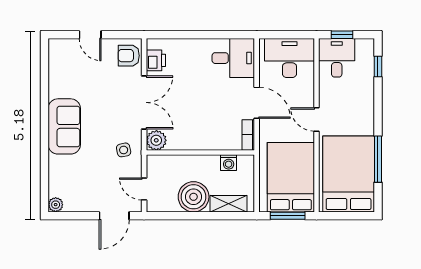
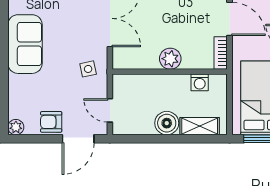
plant: (156, 140) -> (170, 59), moved
boiler: (194, 197) -> (167, 123), width x0.73, depth x0.73
armchair: (89, 200) -> (51, 122), added

